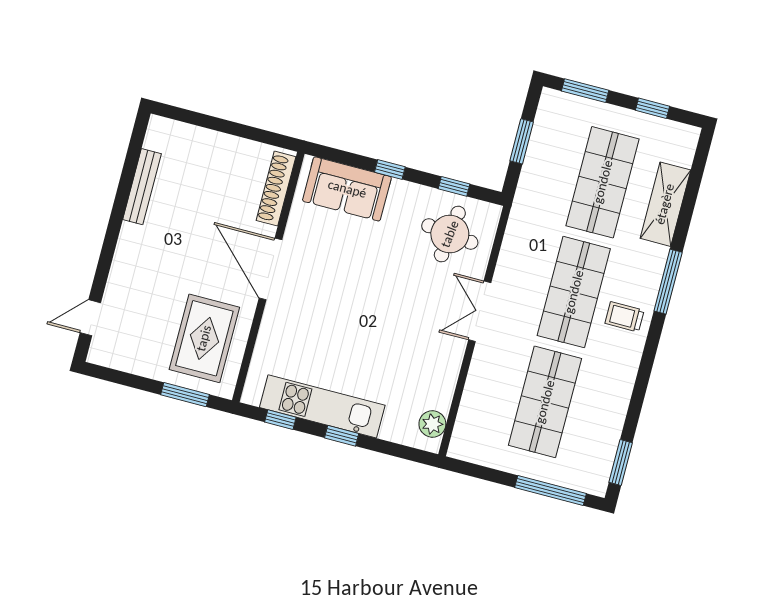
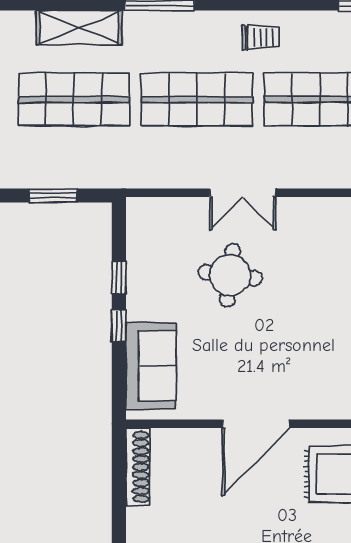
window: (454, 186) -> (119, 278), moved
shoe rack: (276, 189) -> (138, 467), moved, turned -90
round table: (450, 234) -> (230, 275), moved
trolley: (624, 317) -> (261, 37), moved, turned -90

